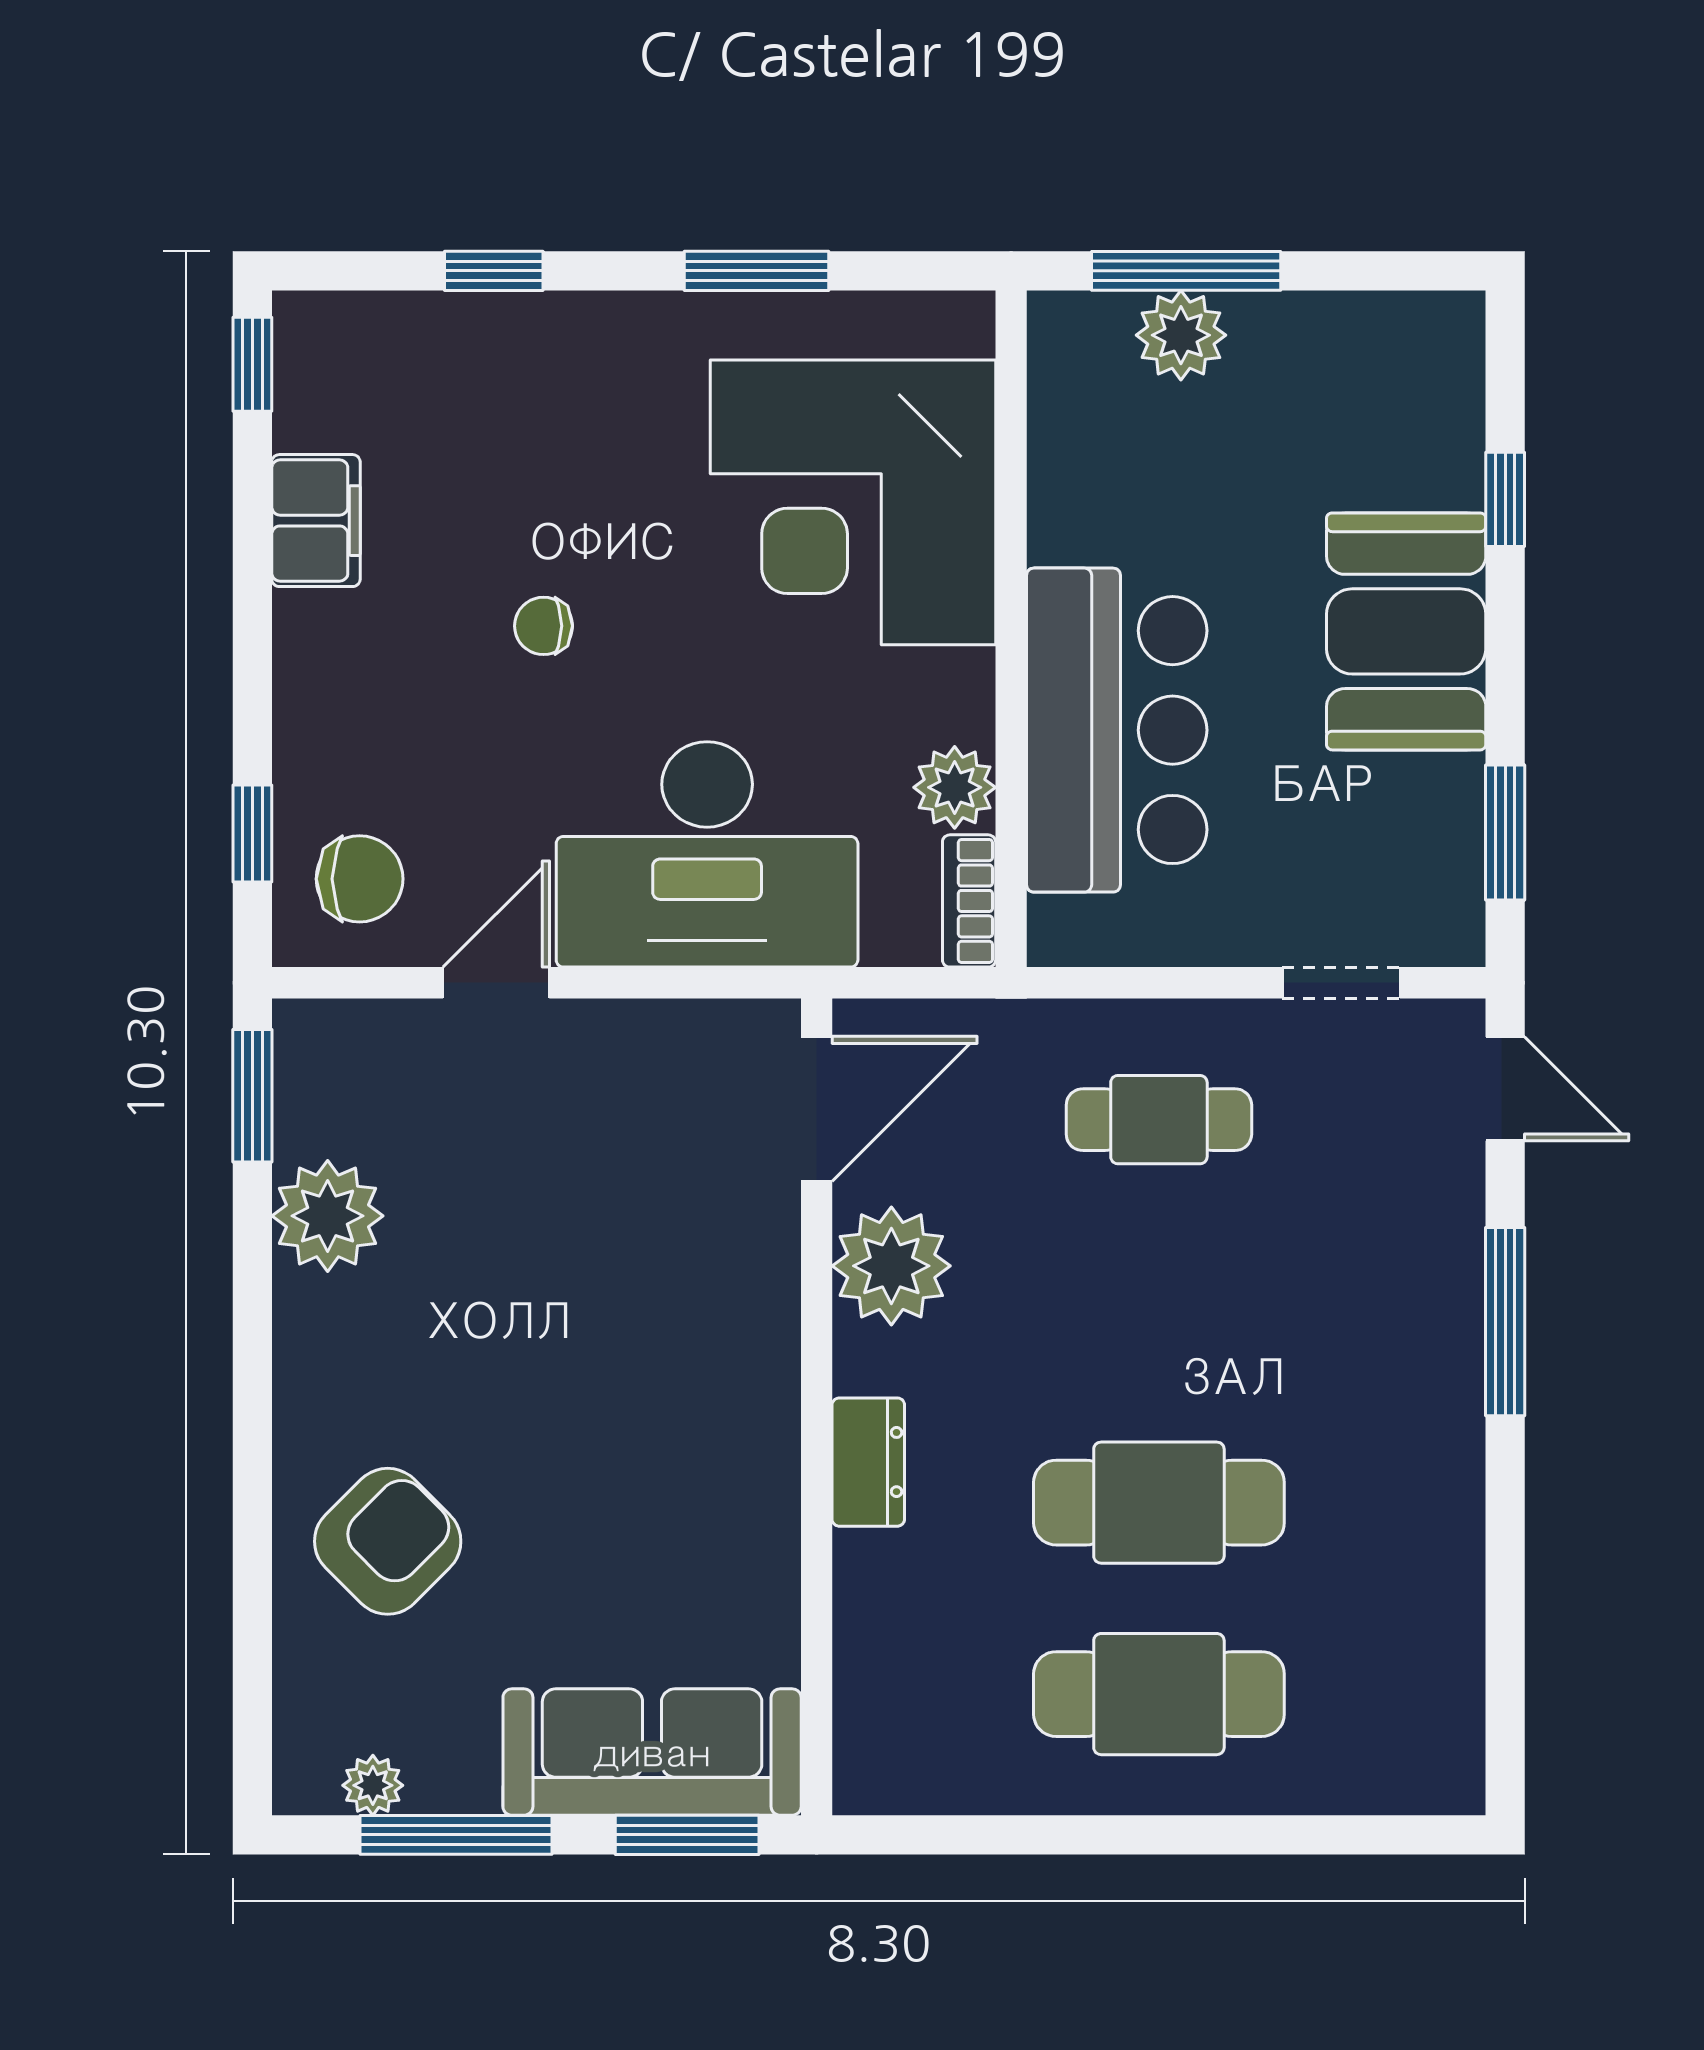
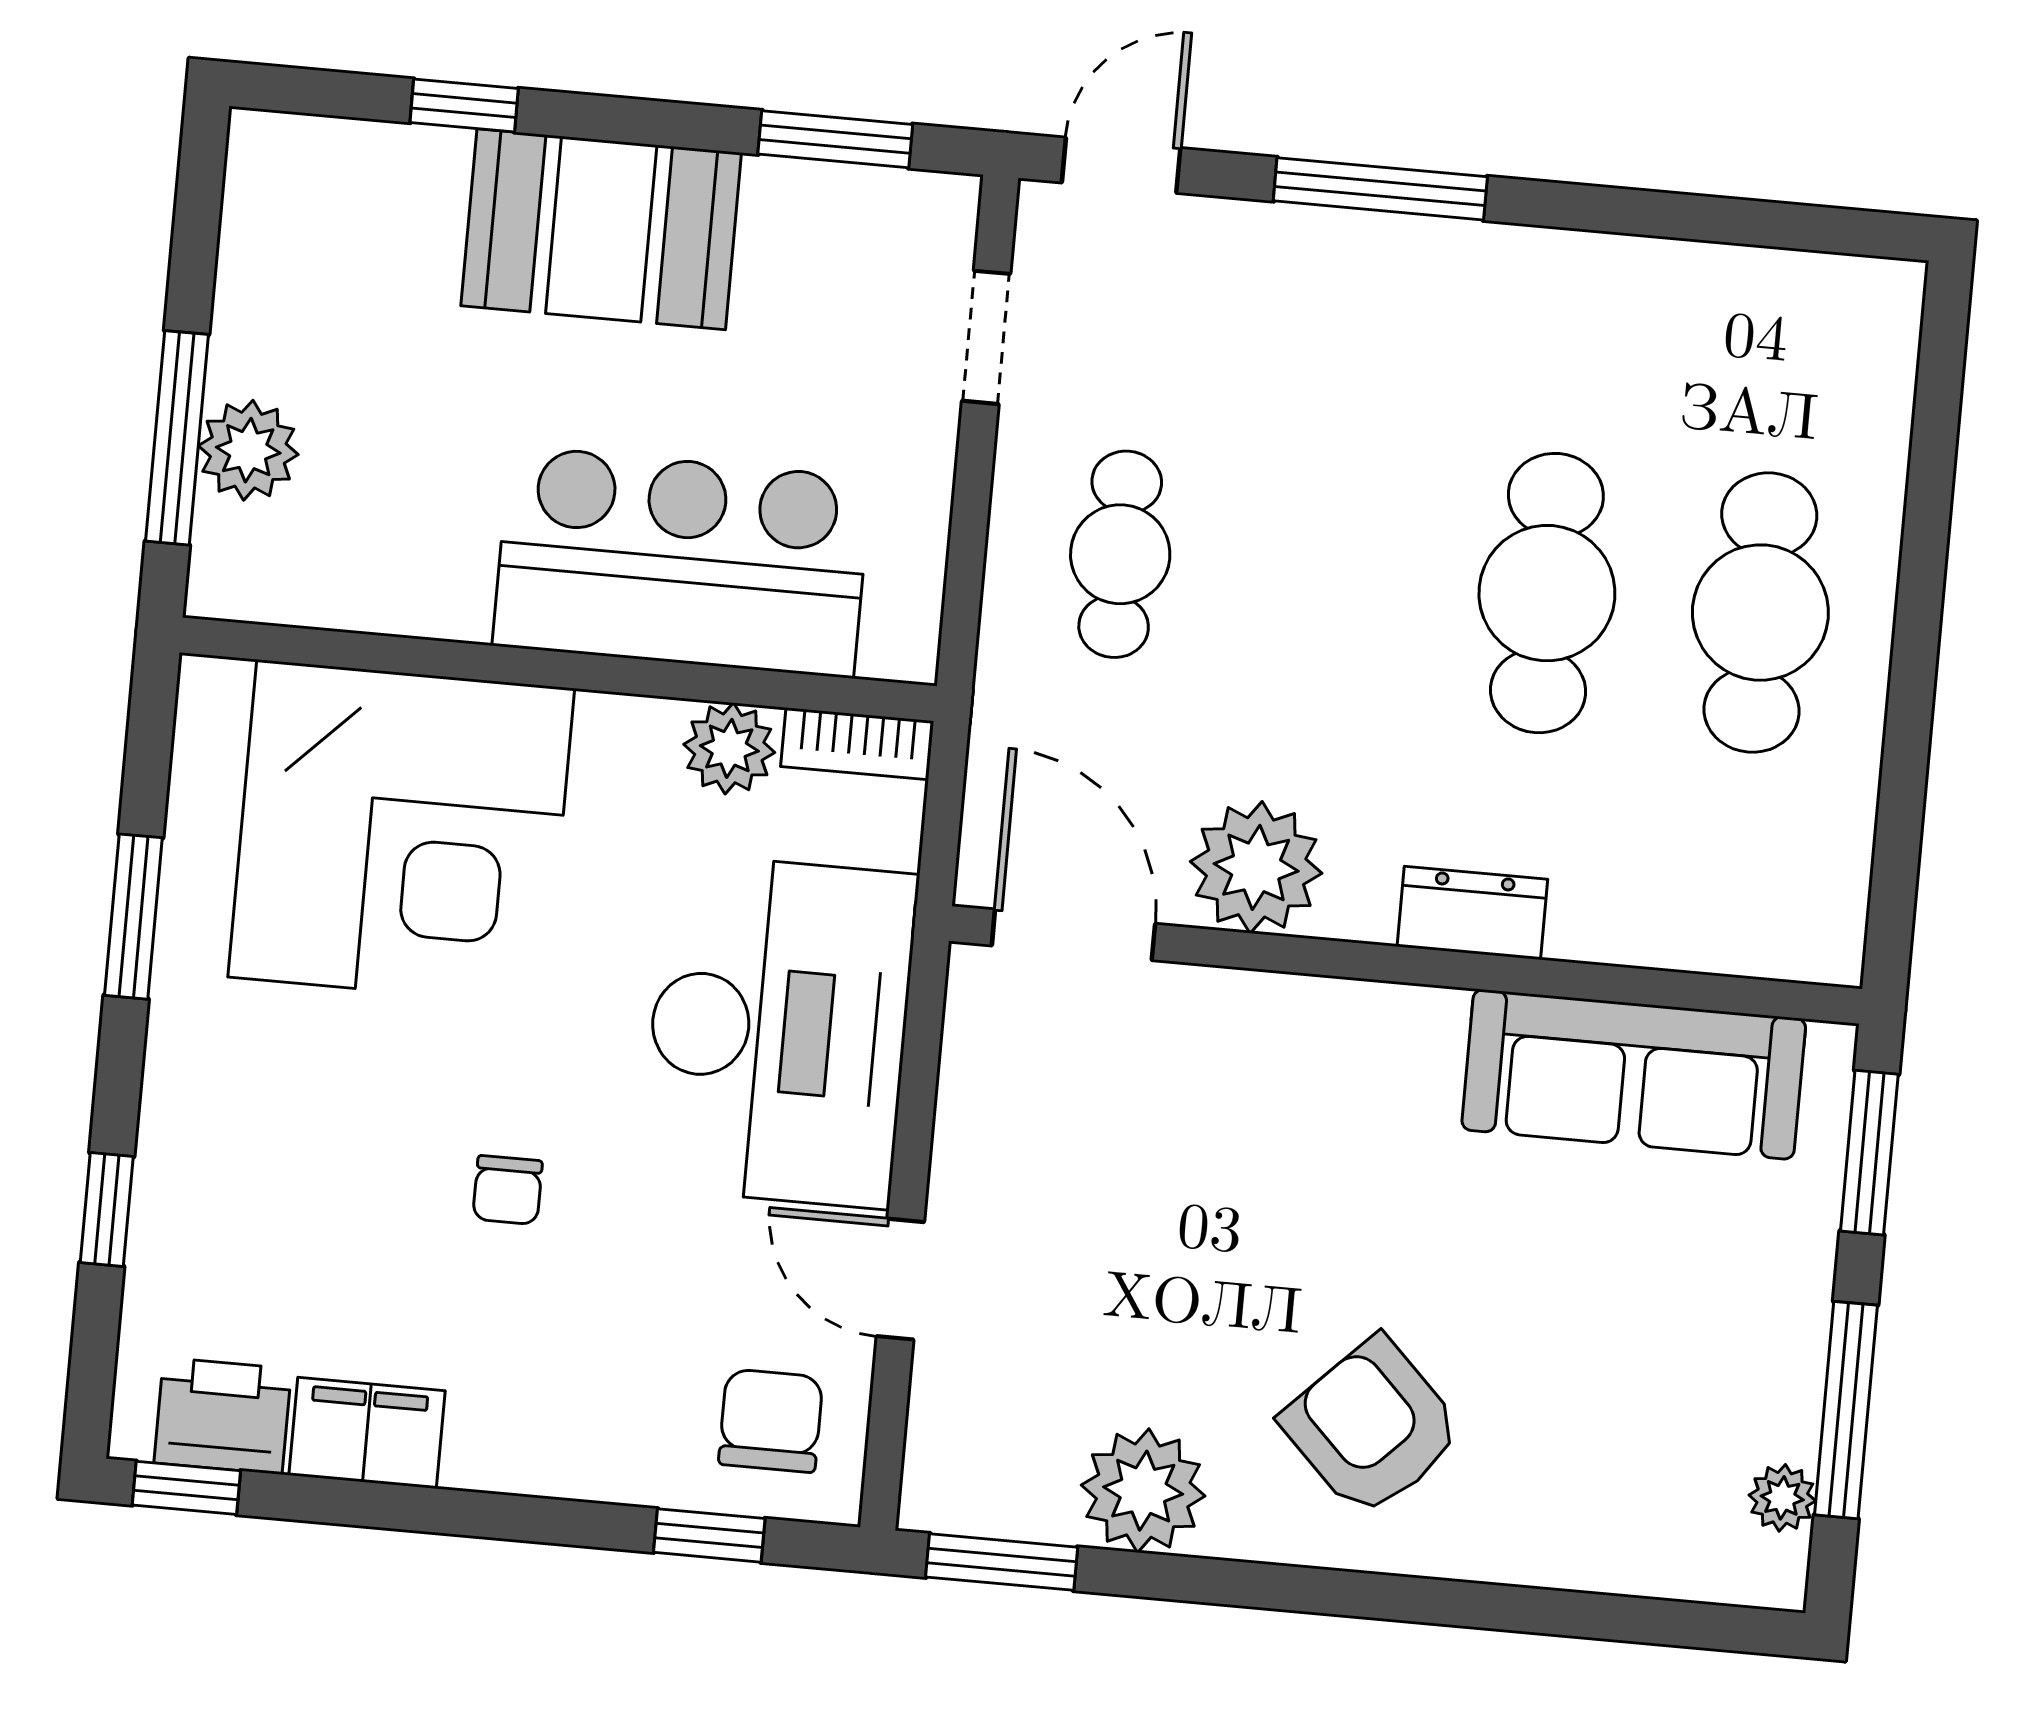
printer: (319, 391) -> (223, 1416), added
armchair: (388, 1541) -> (1372, 1427), moved
sofa: (652, 1752) -> (1634, 1074), moved, turned -90

